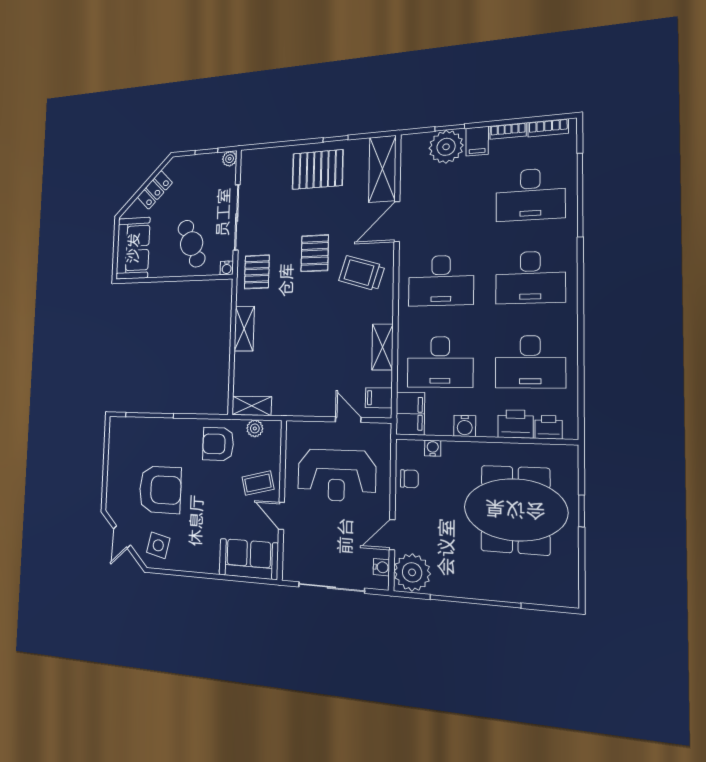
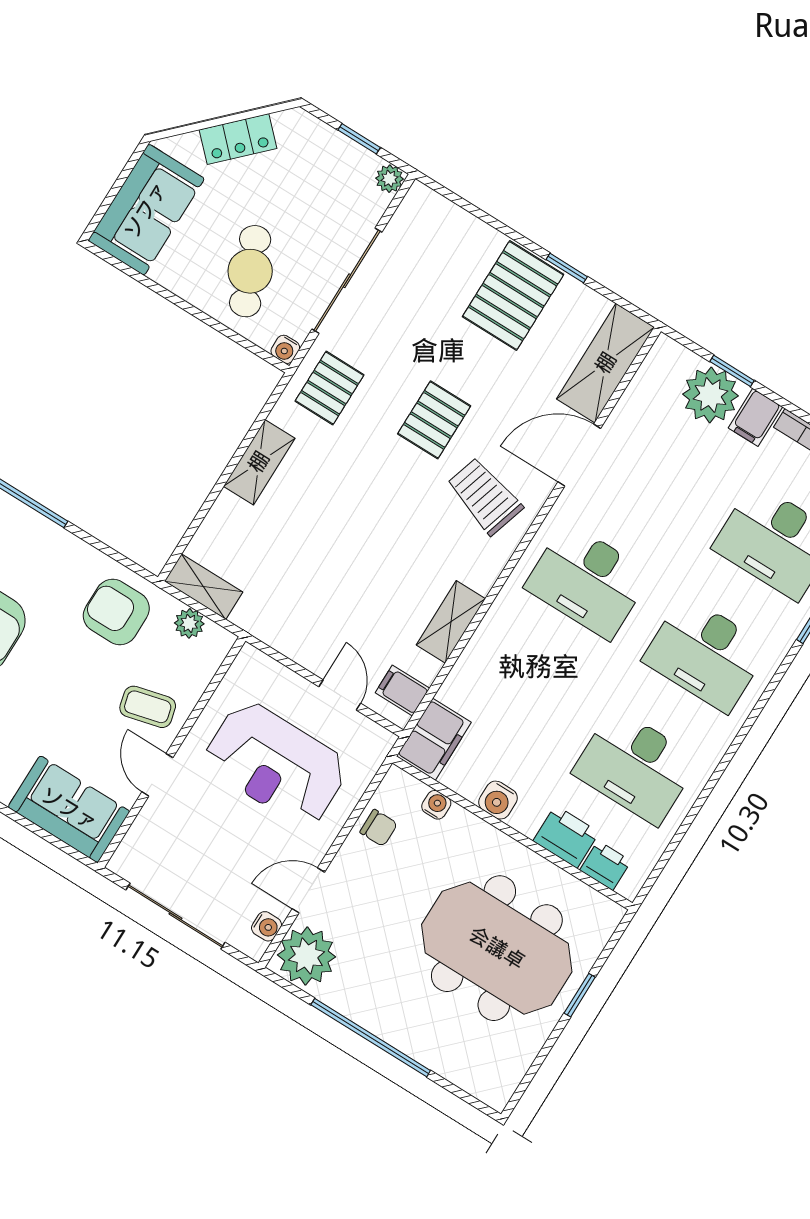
pallet: (318, 170) -> (513, 296), turned 90
desk: (440, 362) -> (518, 693), removed

